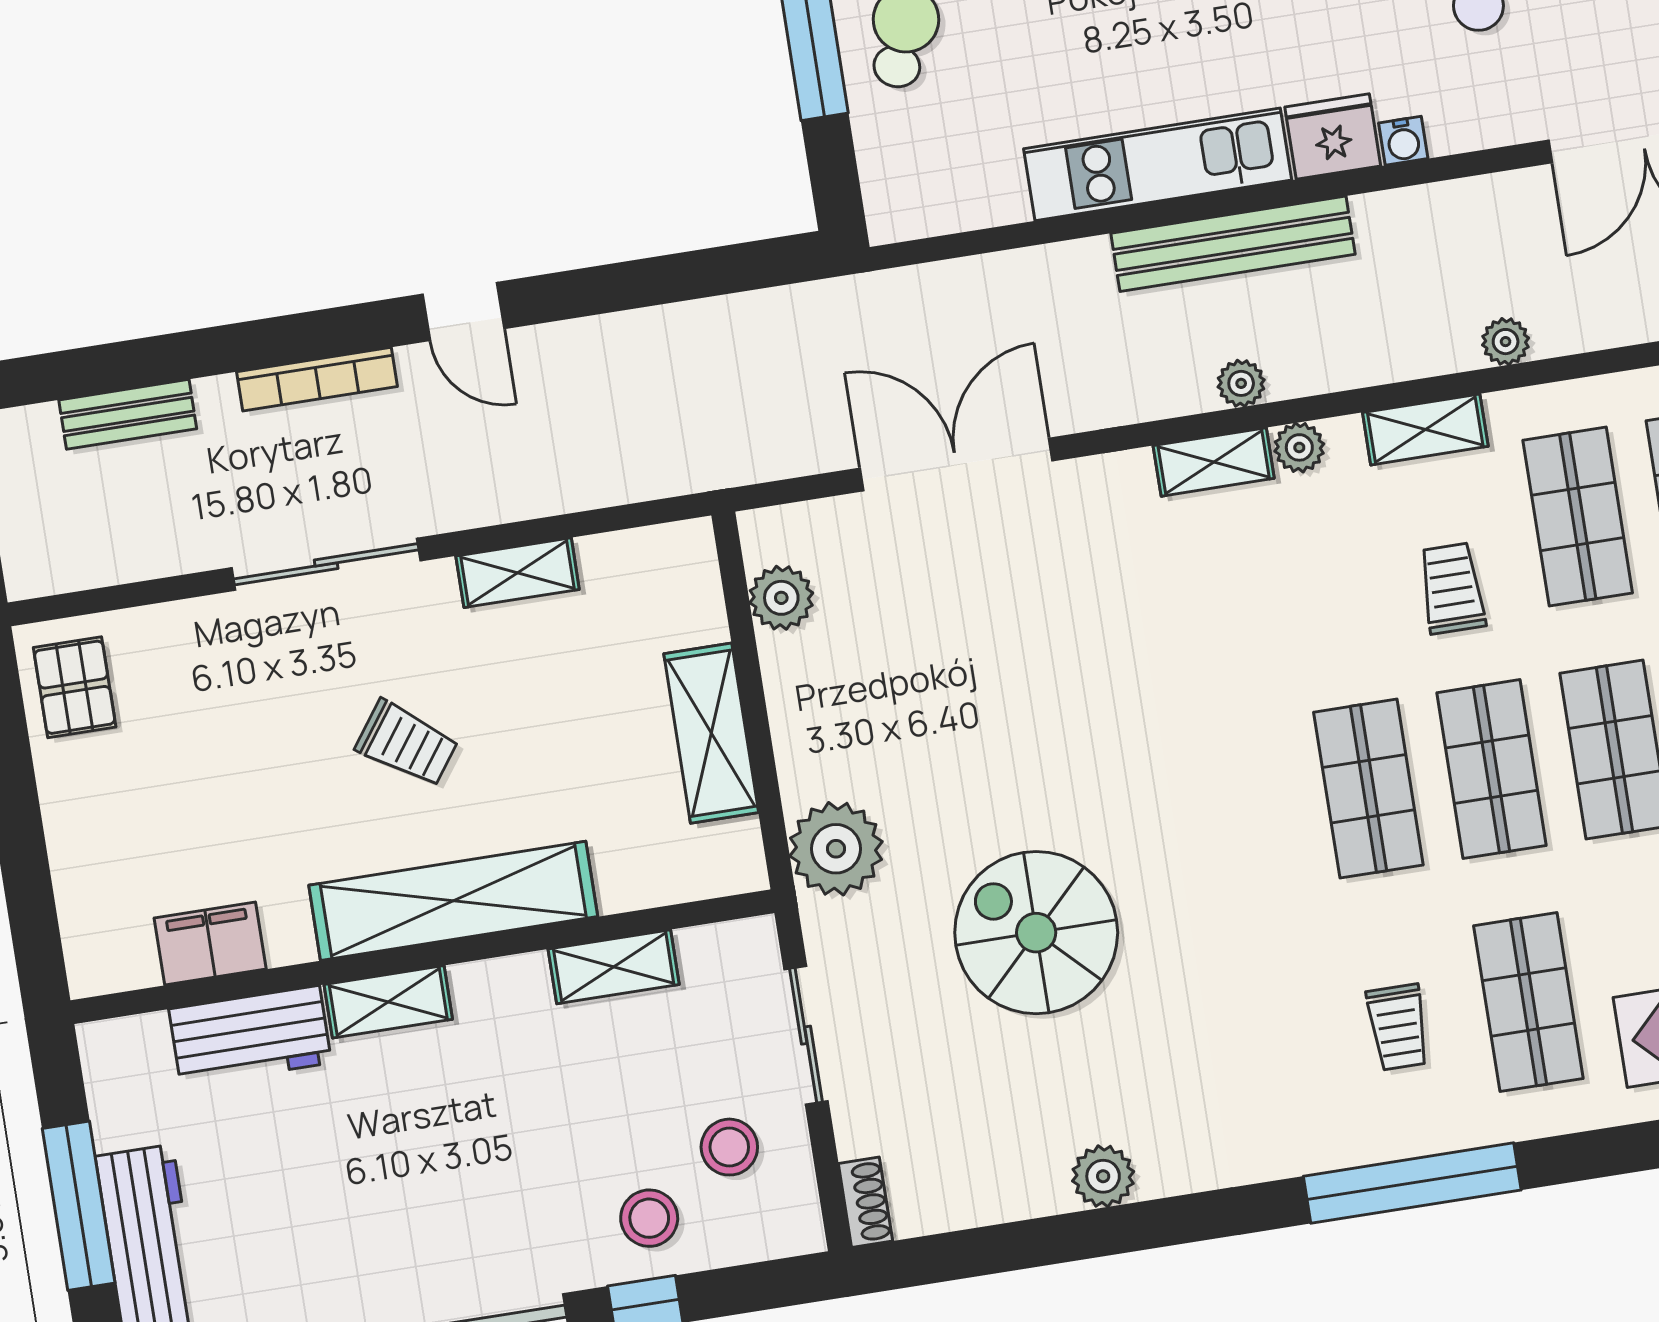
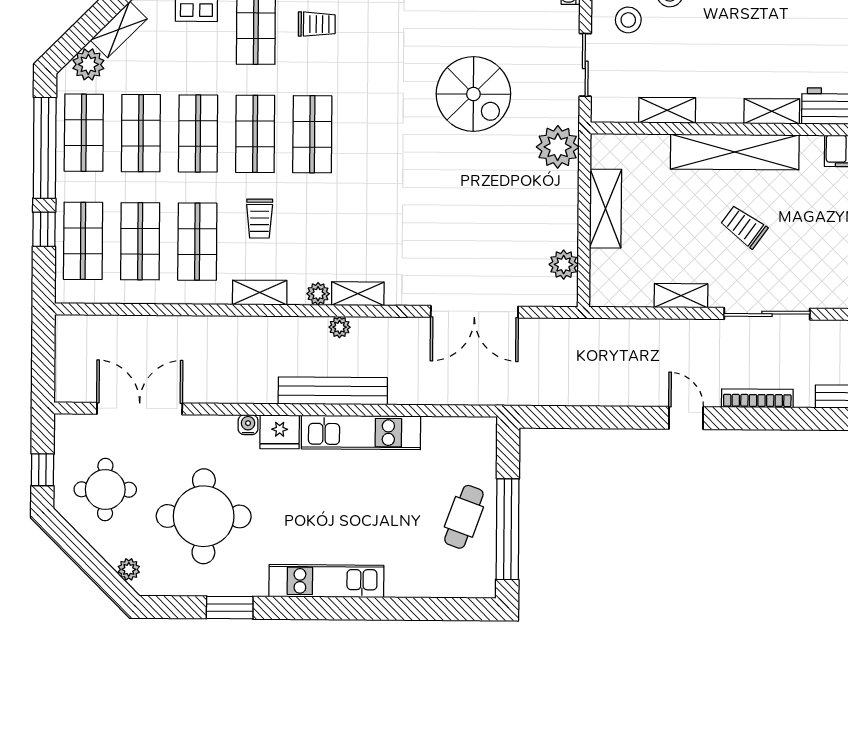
plant: (1506, 342) -> (217, 326), removed
trolley: (1398, 1027) -> (317, 24), turned 90

